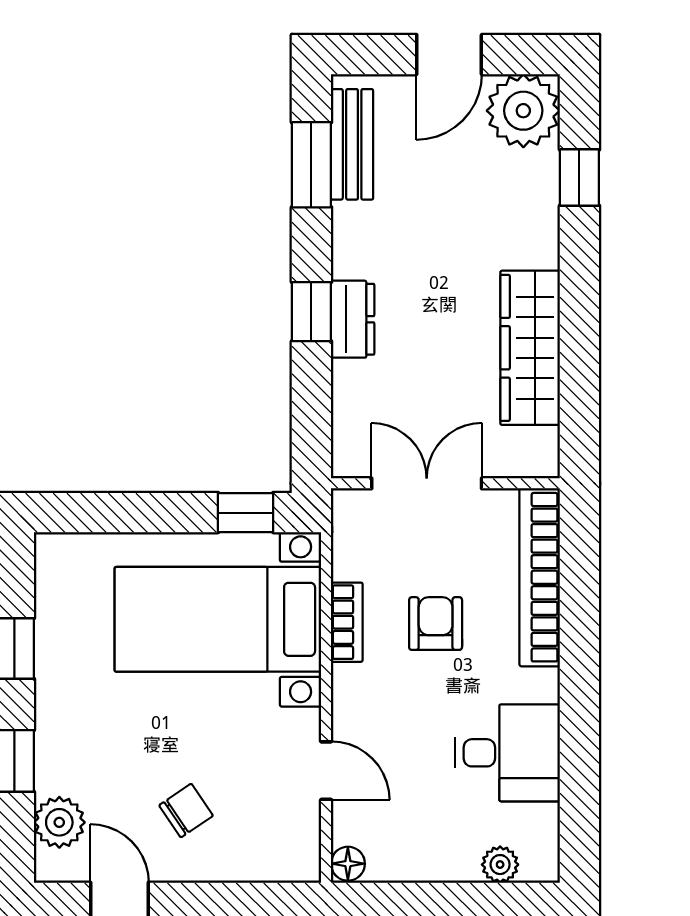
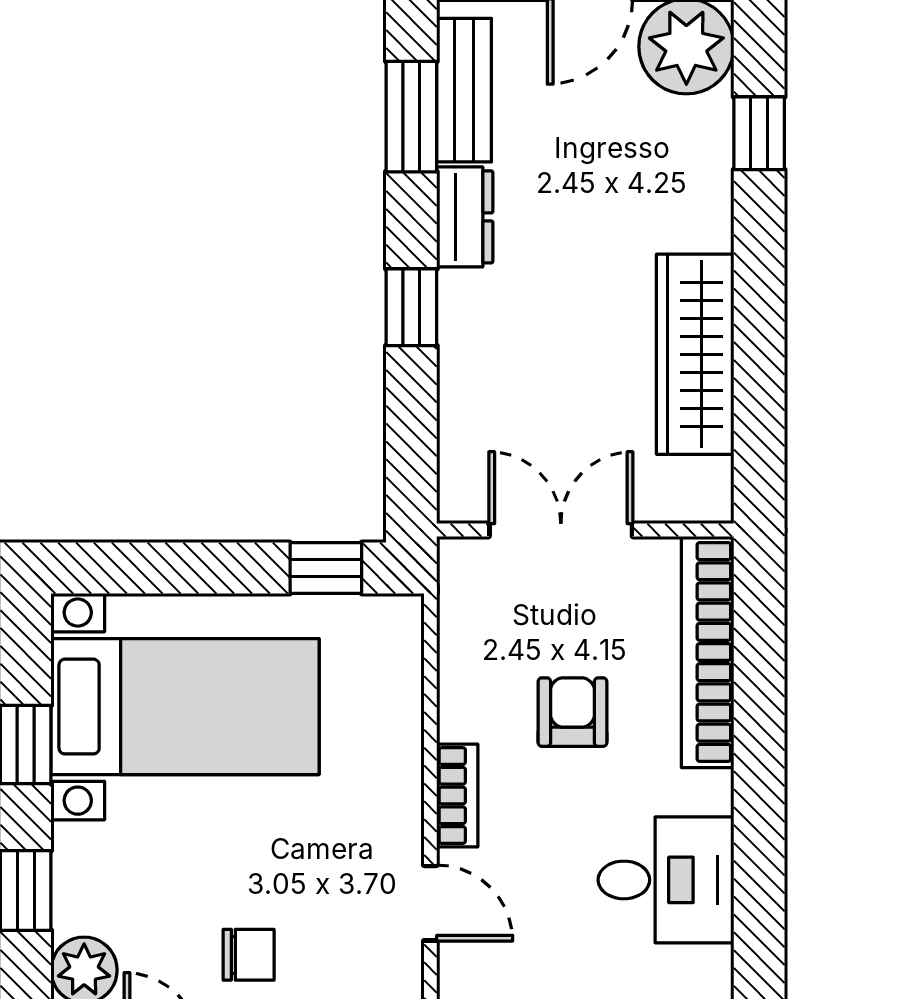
dresser: (353, 319) -> (465, 217), moved
bed with nightstands: (218, 619) -> (185, 707), moved, turned 180
bookcase: (347, 622) -> (457, 796), moved
chair: (186, 811) -> (249, 955), turned 34

